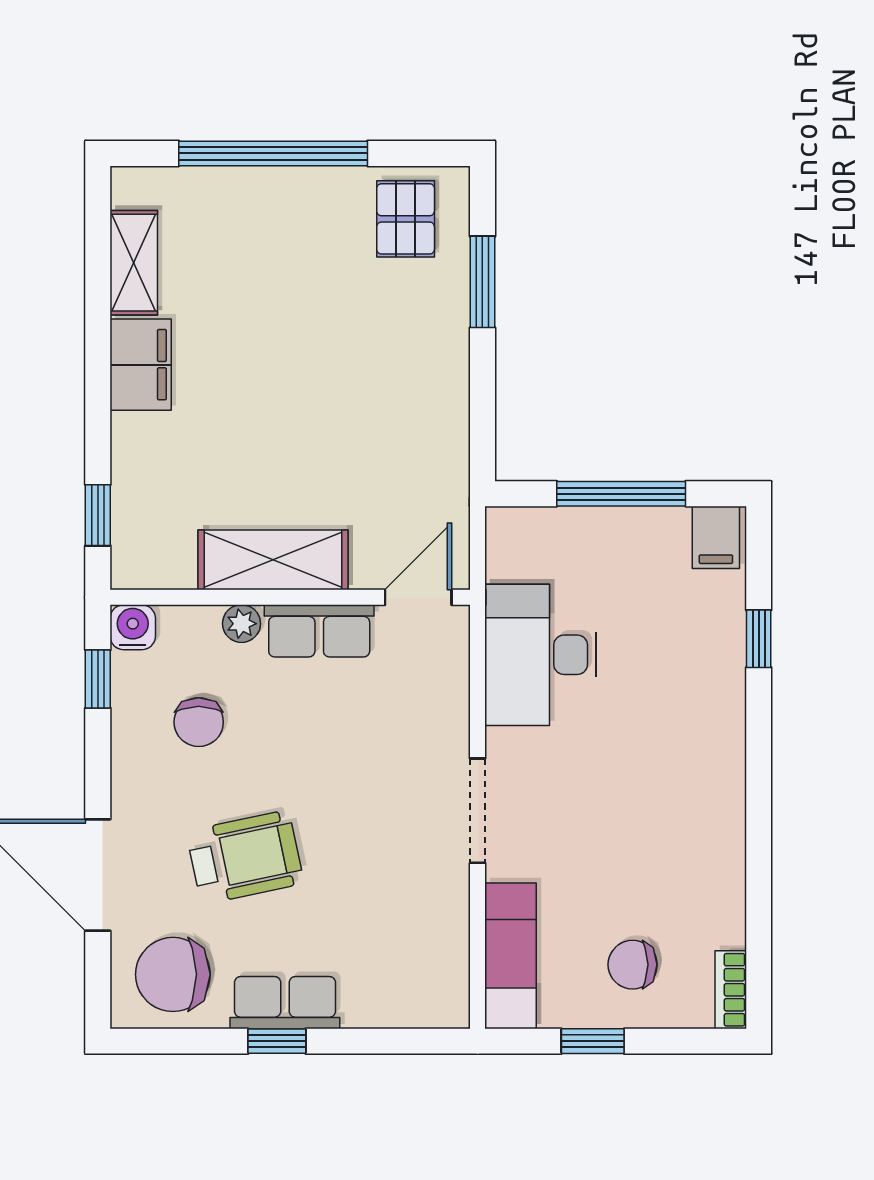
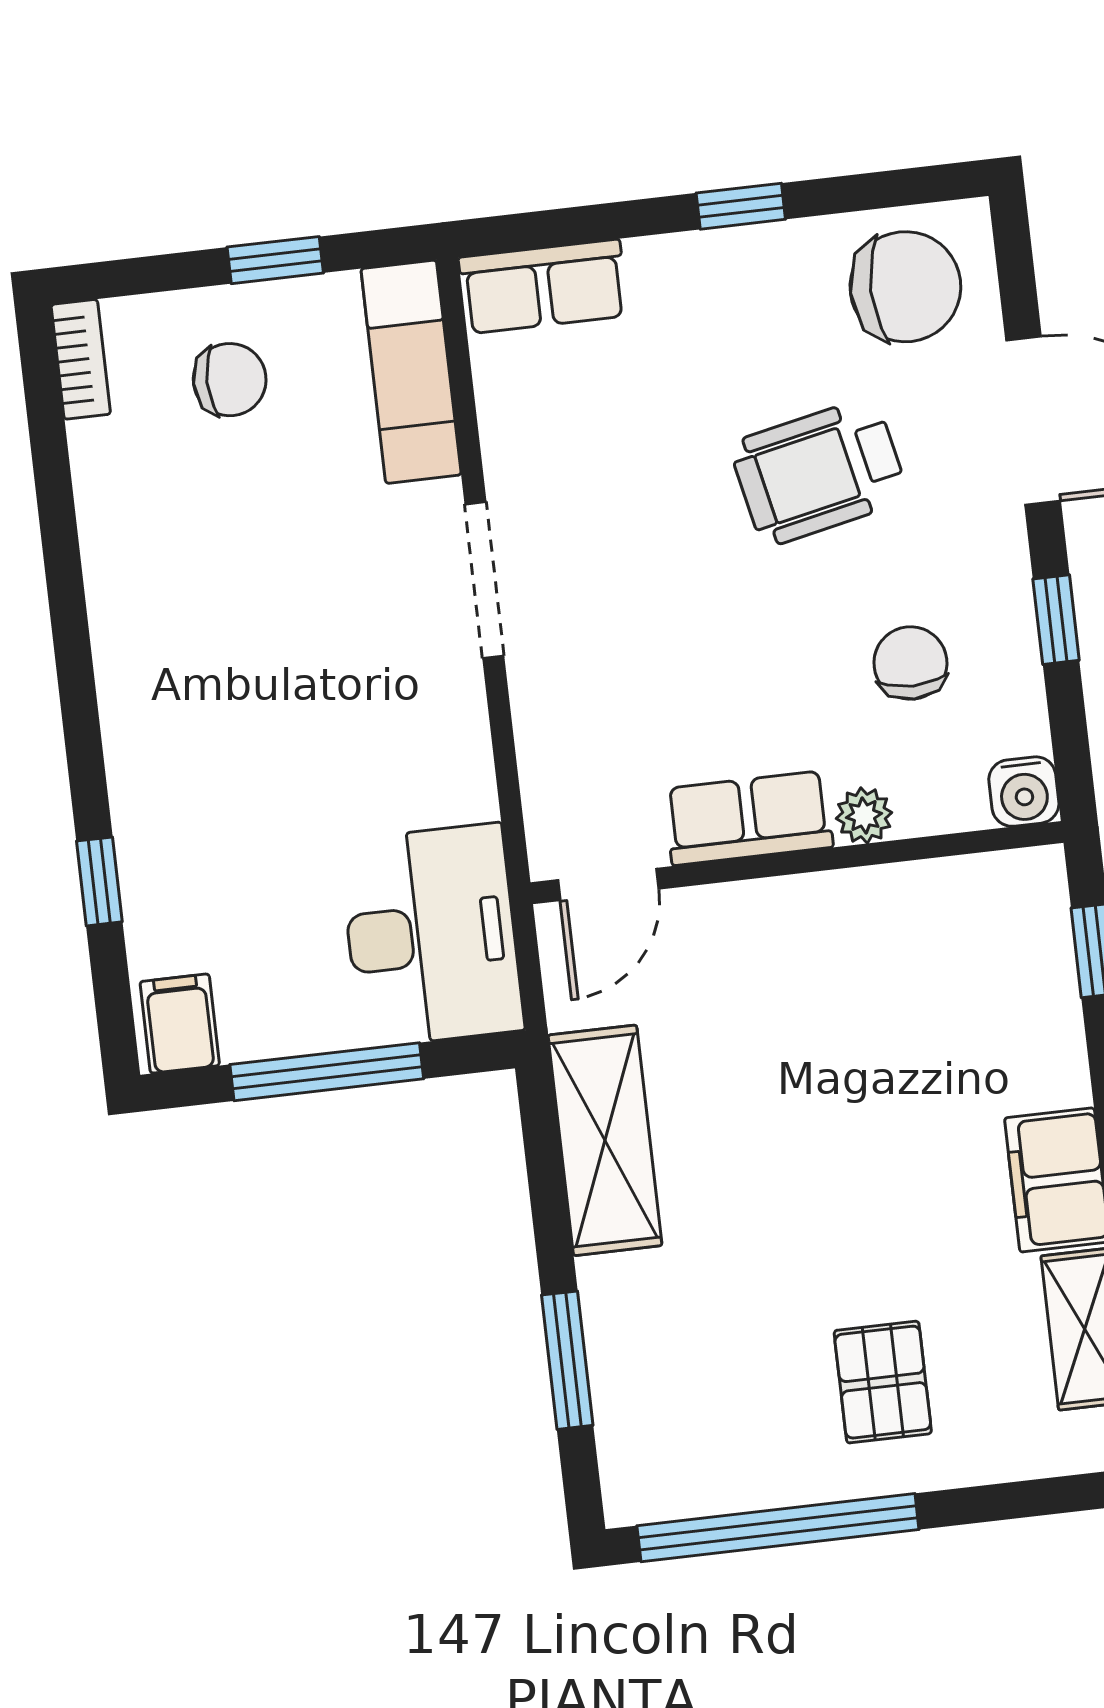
window: (273, 153) -> (778, 1528), moved
pallet: (406, 219) -> (883, 1382), moved
shelving: (273, 560) -> (605, 1140), moved, turned 90
desk: (541, 655) -> (431, 935), moved
window: (98, 679) -> (1056, 620), moved
row of seats: (285, 1003) -> (543, 287), moved

